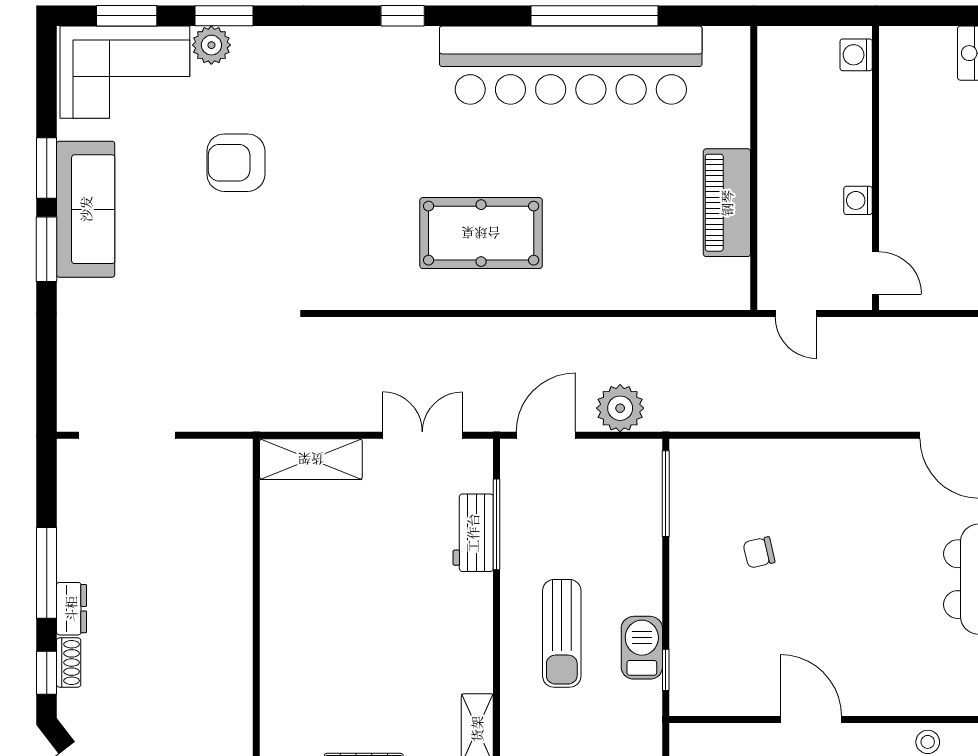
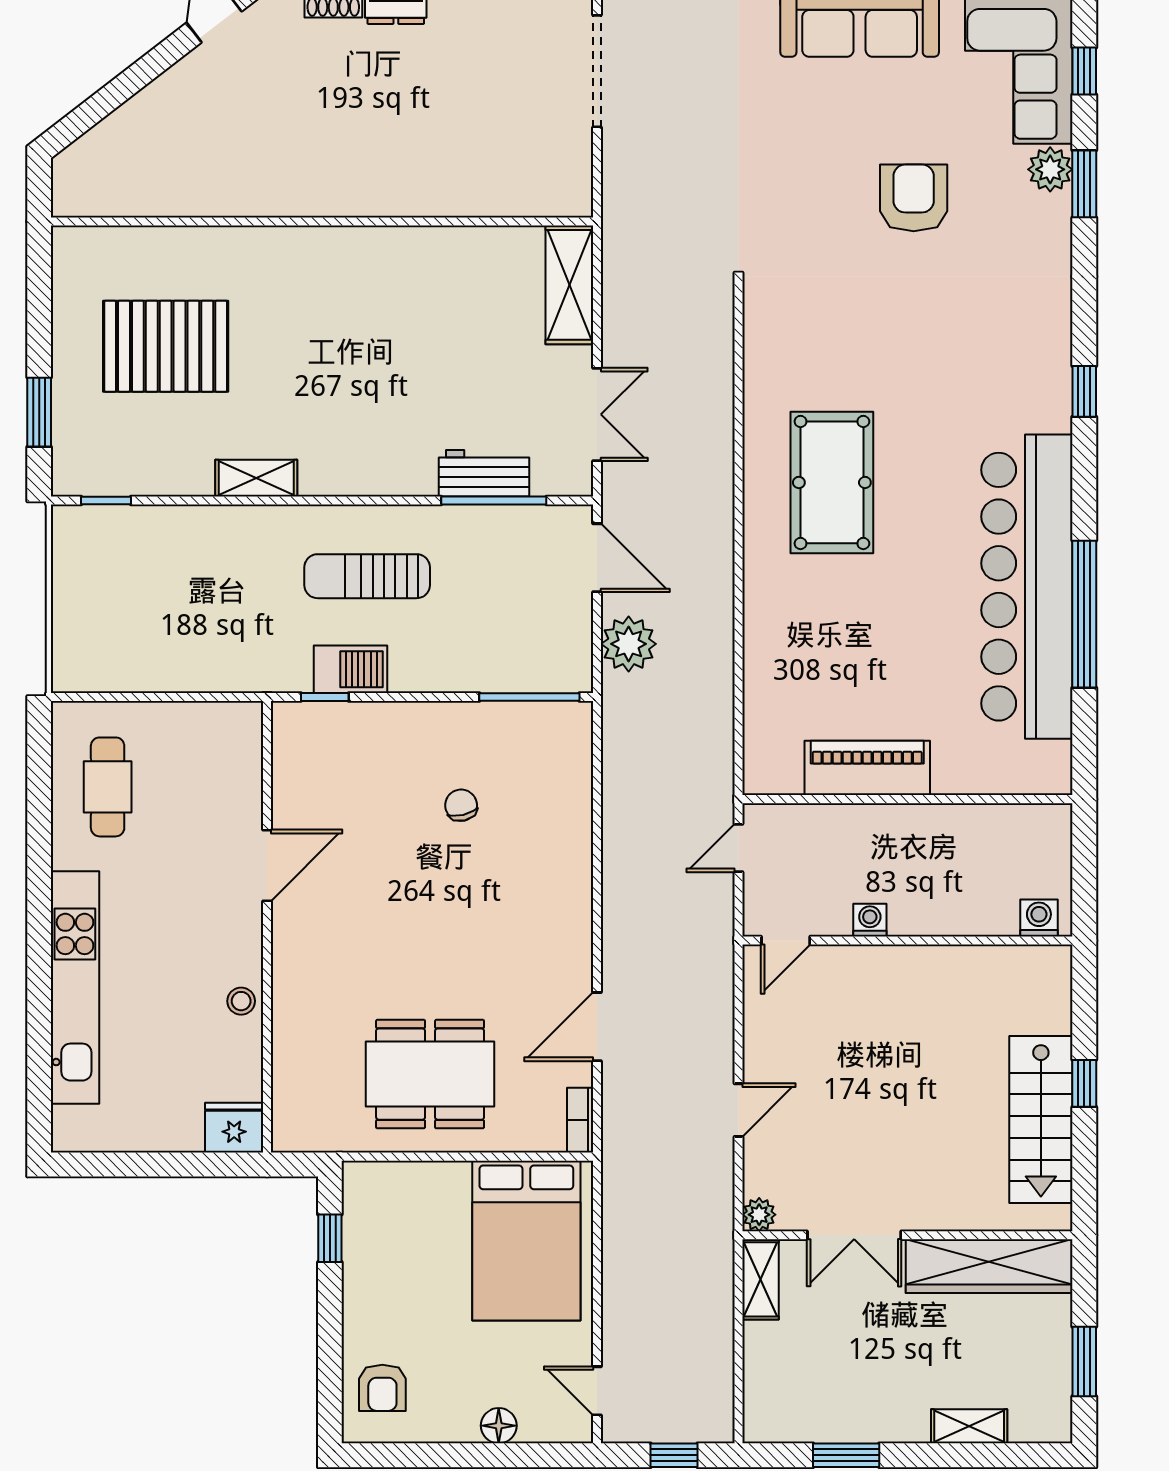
window: (127, 16) -> (1084, 71), width x0.67

